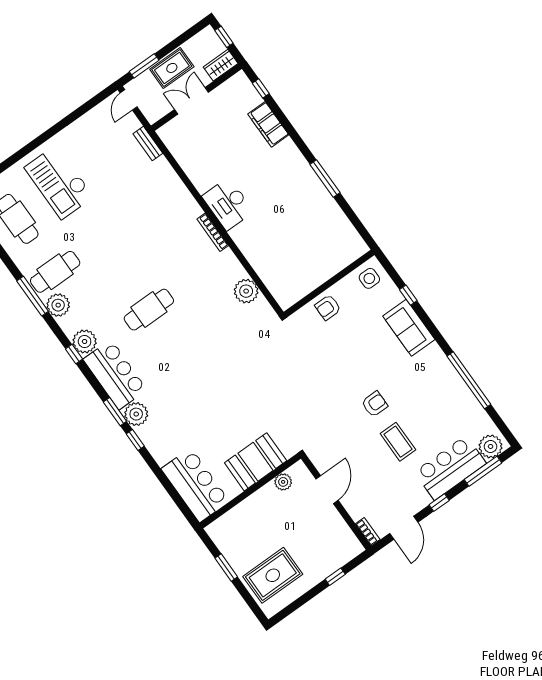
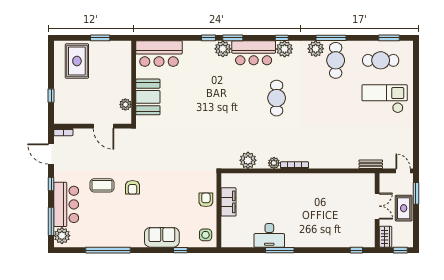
filing cabinet: (268, 124) -> (229, 202), moved, turned 90
desk: (228, 204) -> (269, 235), moved, turned 180
plant: (227, 258) -> (274, 163), added

